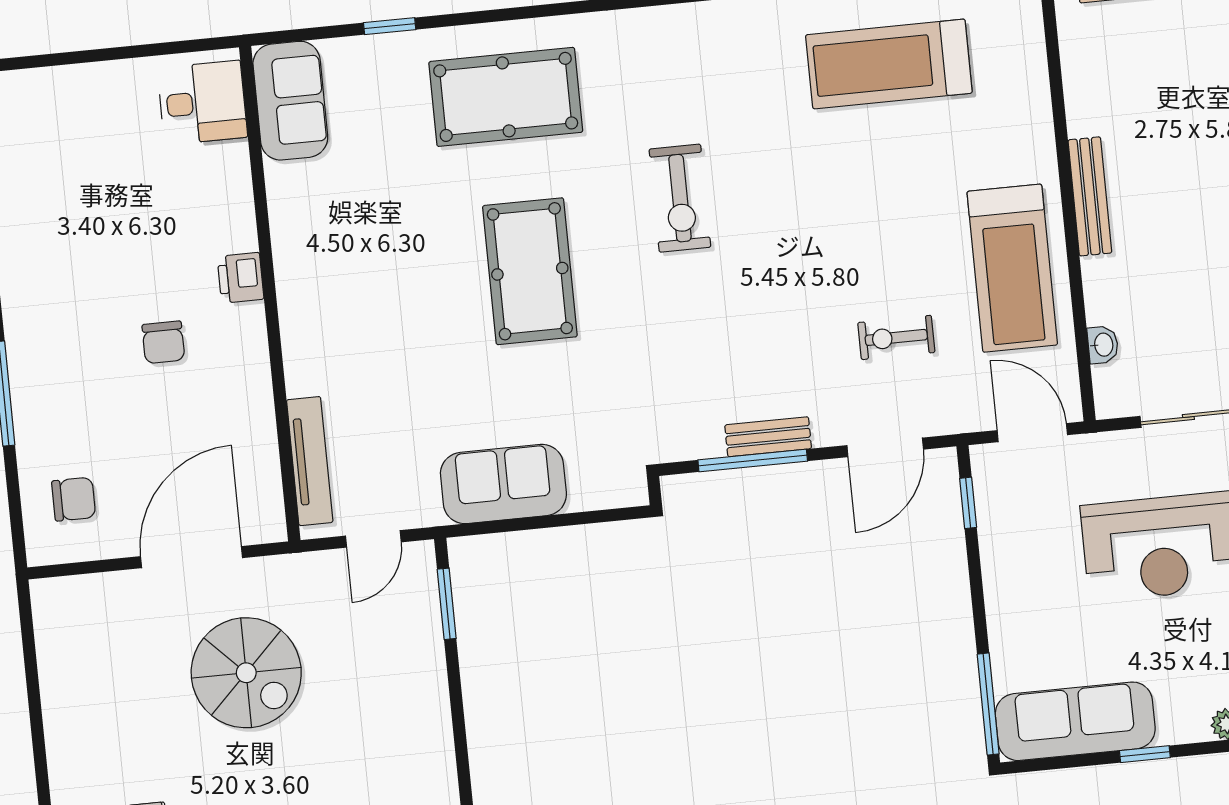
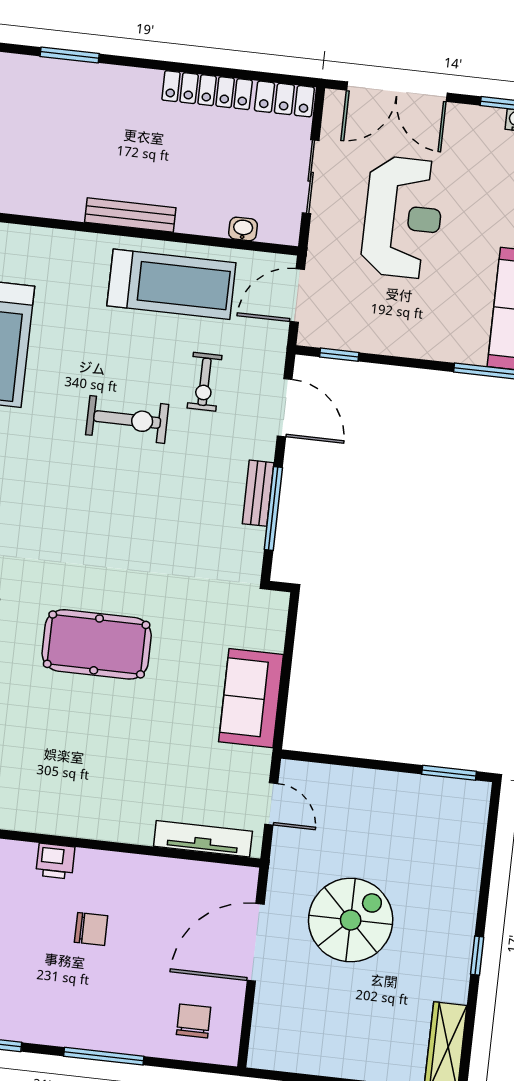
exercise bike: (680, 198) -> (127, 420), moved
door: (191, 557) -> (256, 942), hinge flipped
window: (447, 604) -> (449, 773), moved

